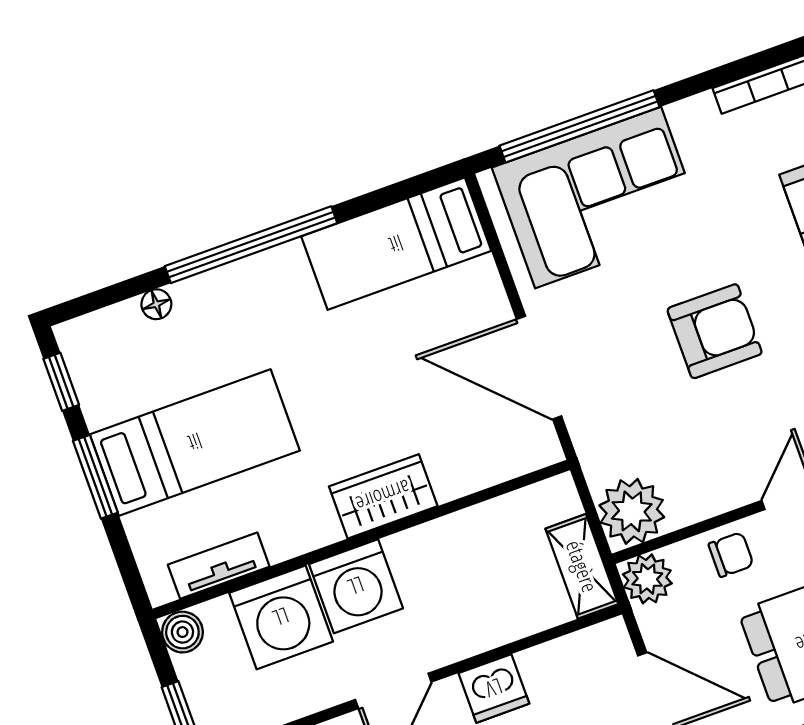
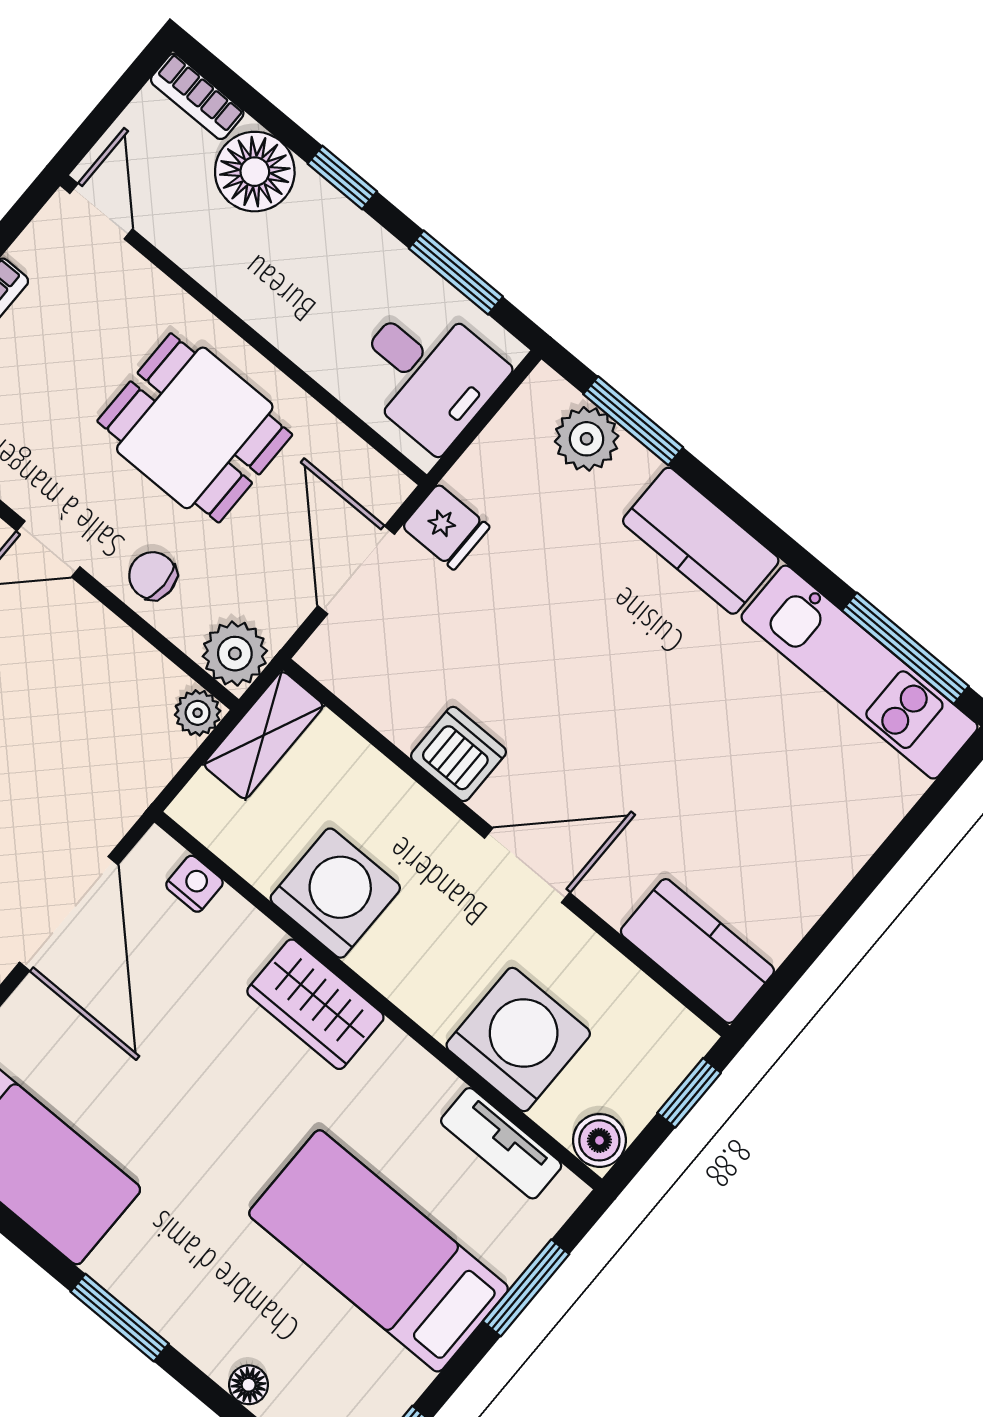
window: (251, 245) -> (120, 1318), width x0.47
nightstand: (510, 463) -> (194, 884), added
window: (95, 477) -> (526, 1288), moved
plant: (632, 511) -> (198, 713), width x0.53, depth x0.53
washing machine: (356, 586) -> (335, 893), moved

